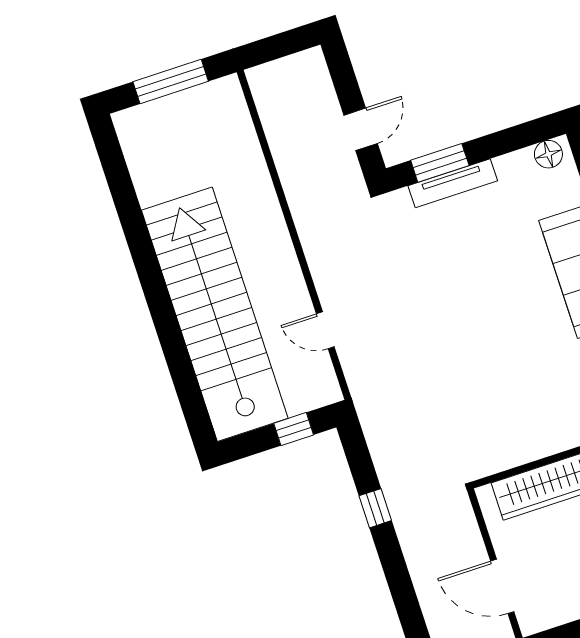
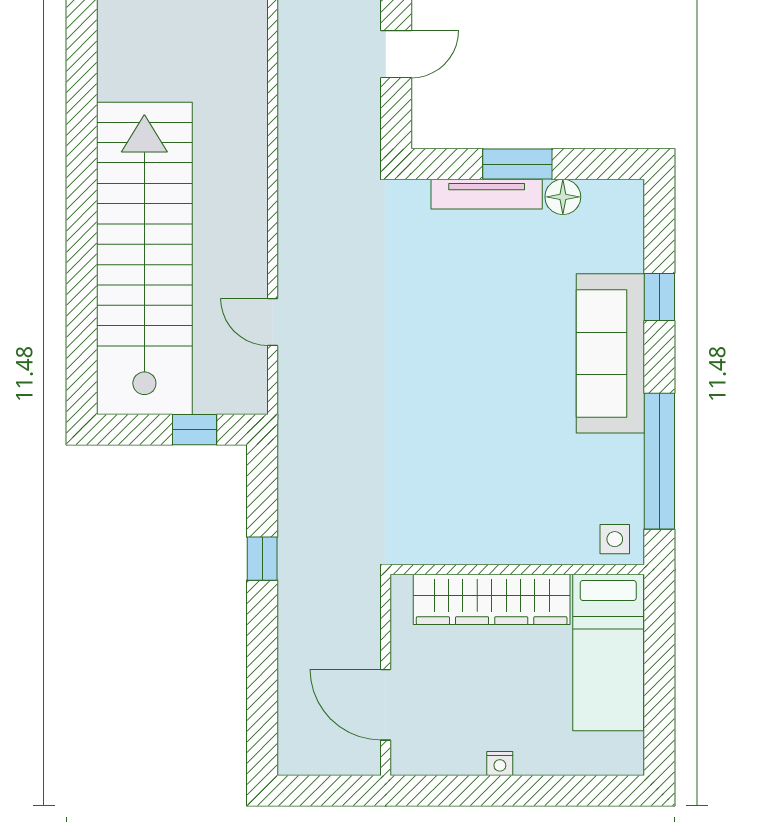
door: (361, 129) -> (396, 54), moved
floor lamp: (548, 154) -> (563, 197), moved
window: (440, 163) -> (517, 164), moved

